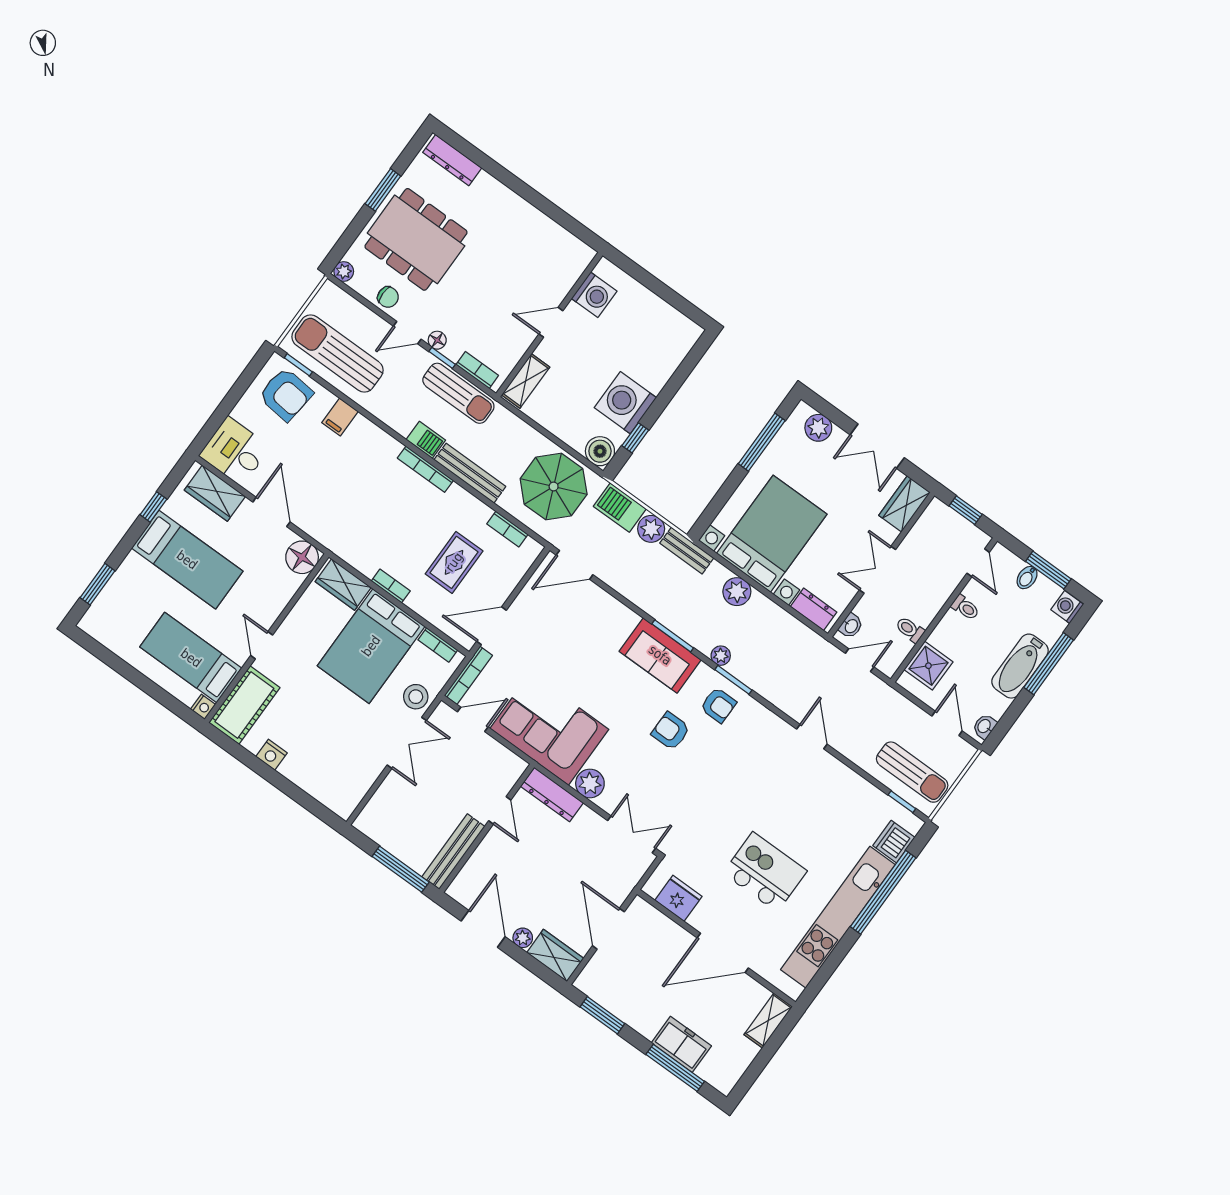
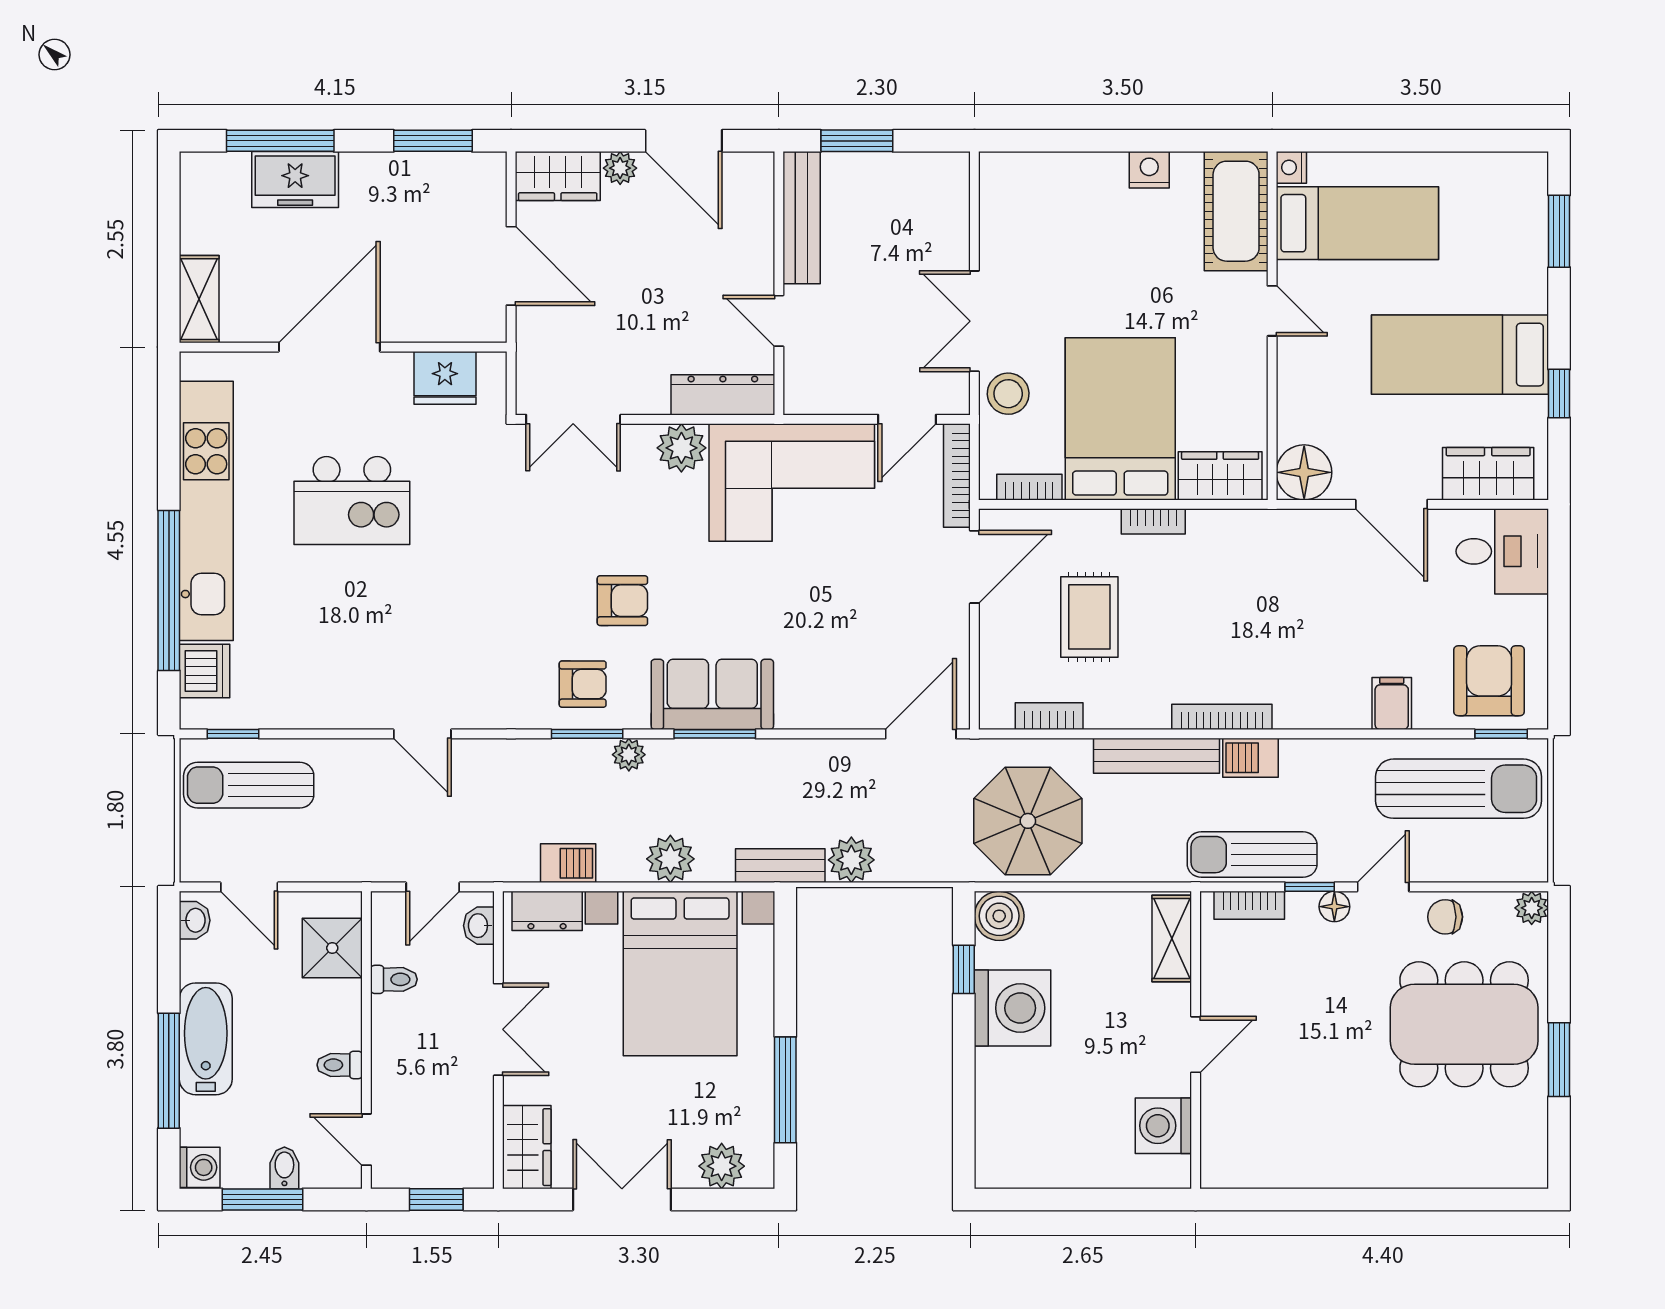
dresser: (452, 160) -> (1493, 1170), removed
armchair: (286, 394) -> (1489, 681), turned 84
barbecue: (620, 508) -> (568, 863), moved, width x0.73, depth x0.79
armchair: (718, 705) -> (583, 684), turned 180
window: (401, 869) -> (857, 141), width x0.69

